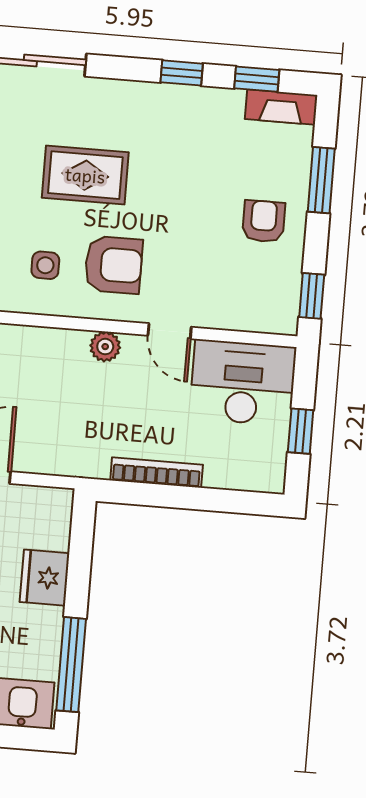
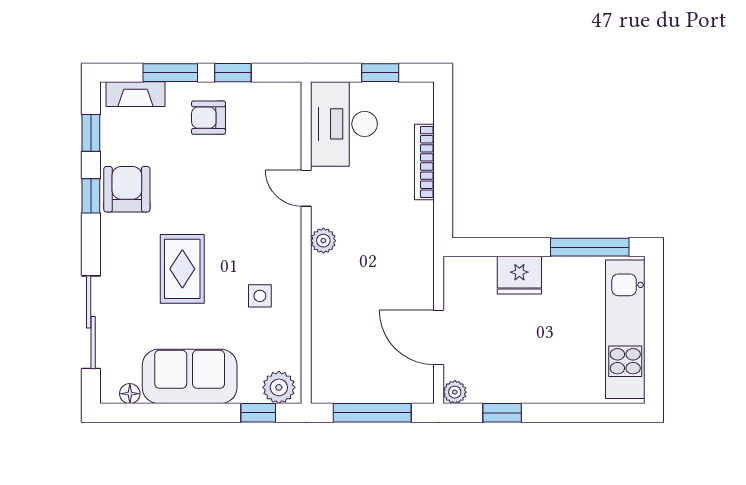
fireplace: (281, 107) -> (136, 94), moved, turned 90
armchair: (113, 265) -> (127, 189), moved
window: (312, 296) -> (233, 73), moved
door: (170, 331) -> (306, 188), swing flipped
bookcase: (157, 473) -> (424, 162), moved

